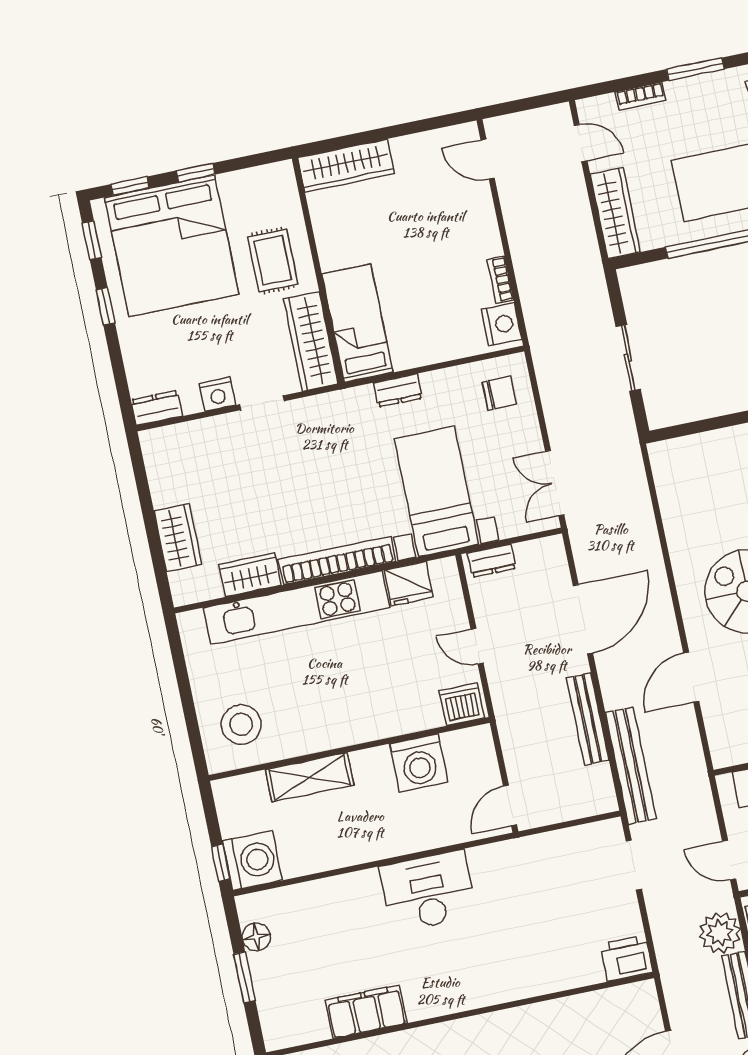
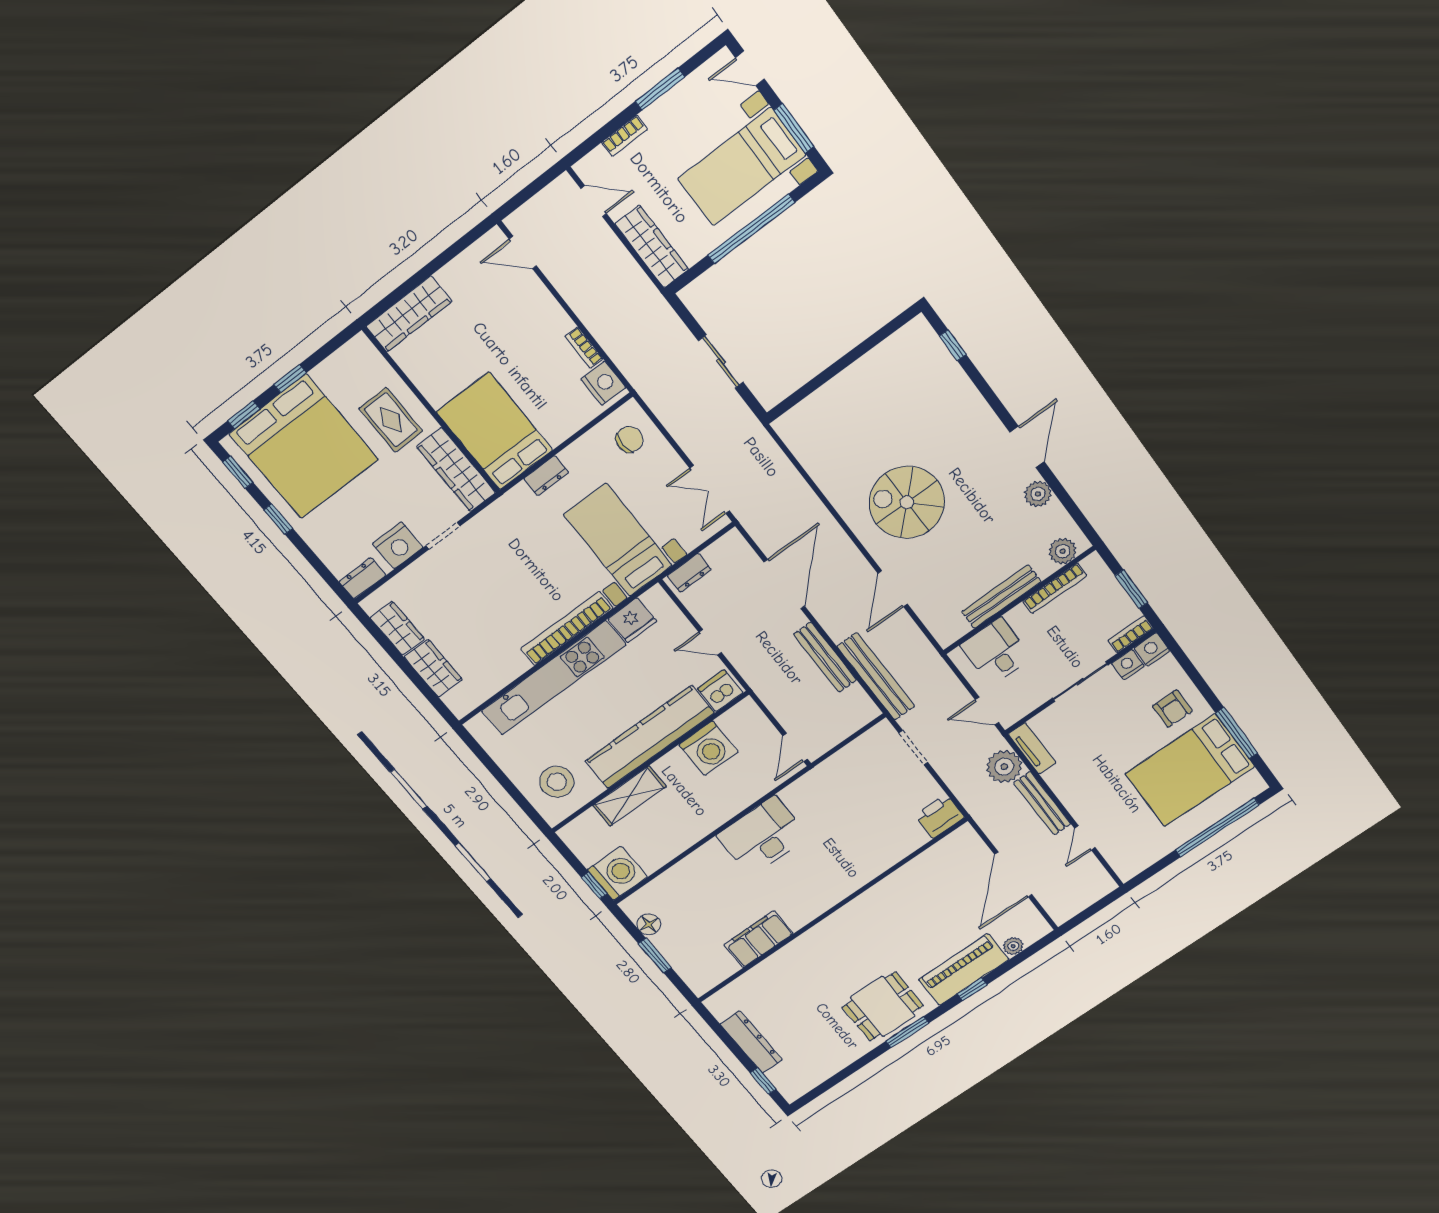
bed: (357, 323) -> (495, 431), width x1.50
nightstand: (218, 394) -> (398, 545), width x1.36, depth x1.33
wardrobe: (250, 575) -> (397, 628), moved, turned 90
kitchen counter: (363, 721) -> (649, 737), added

